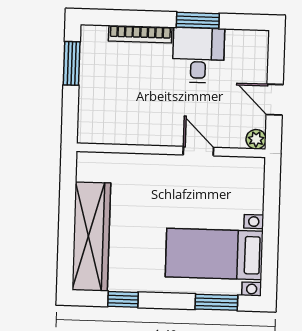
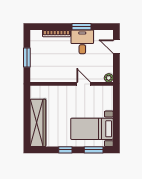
window: (72, 63) -> (27, 57), moved
door: (275, 100) -> (116, 47), moved
window: (123, 299) -> (65, 150), moved

